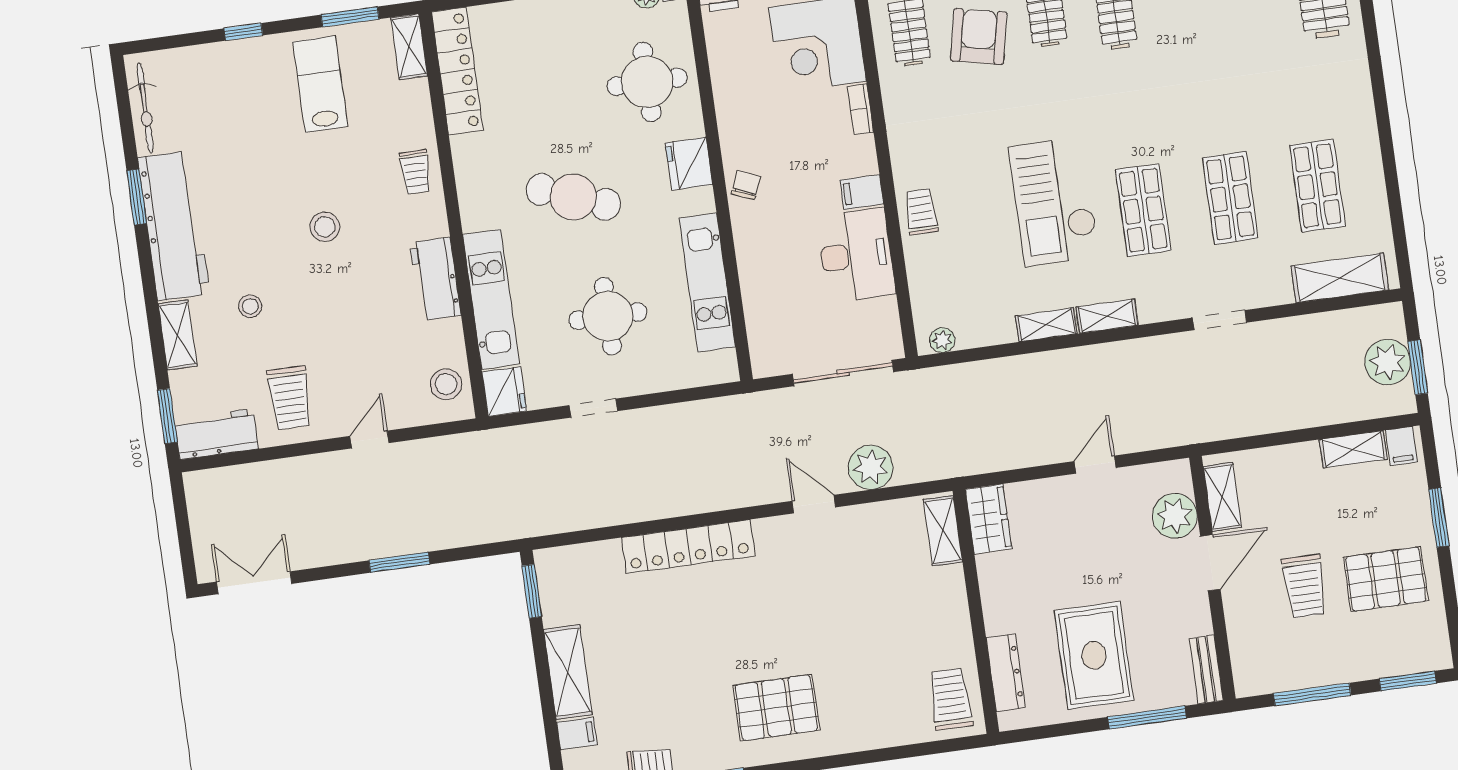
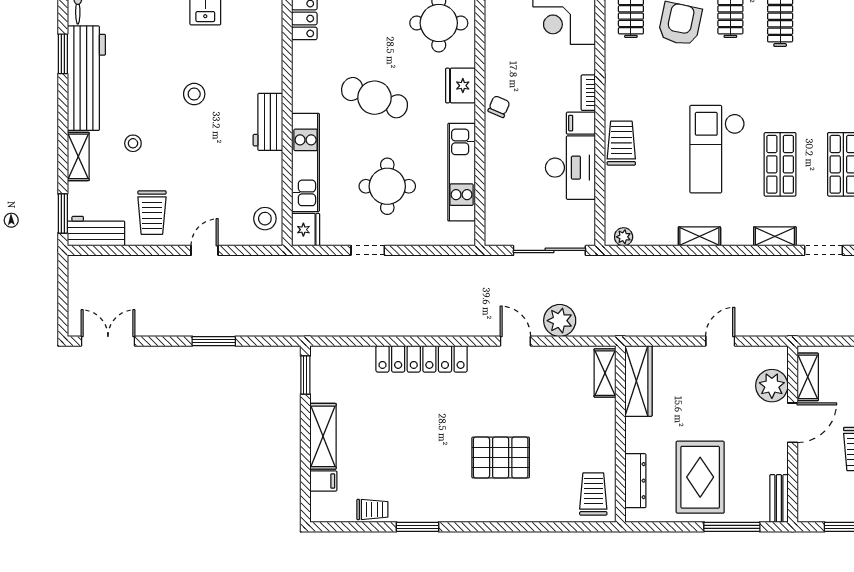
bookcase: (860, 109) -> (588, 93), moved
trolley: (415, 172) -> (264, 64), removed
trolley: (921, 212) -> (621, 143), width x1.36, depth x1.39
workbench: (435, 279) -> (268, 122), moved
shelving: (1107, 316) -> (775, 236), moved
wardrobe: (988, 519) -> (639, 381), width x1.50
pallet: (776, 708) -> (501, 458), moved

